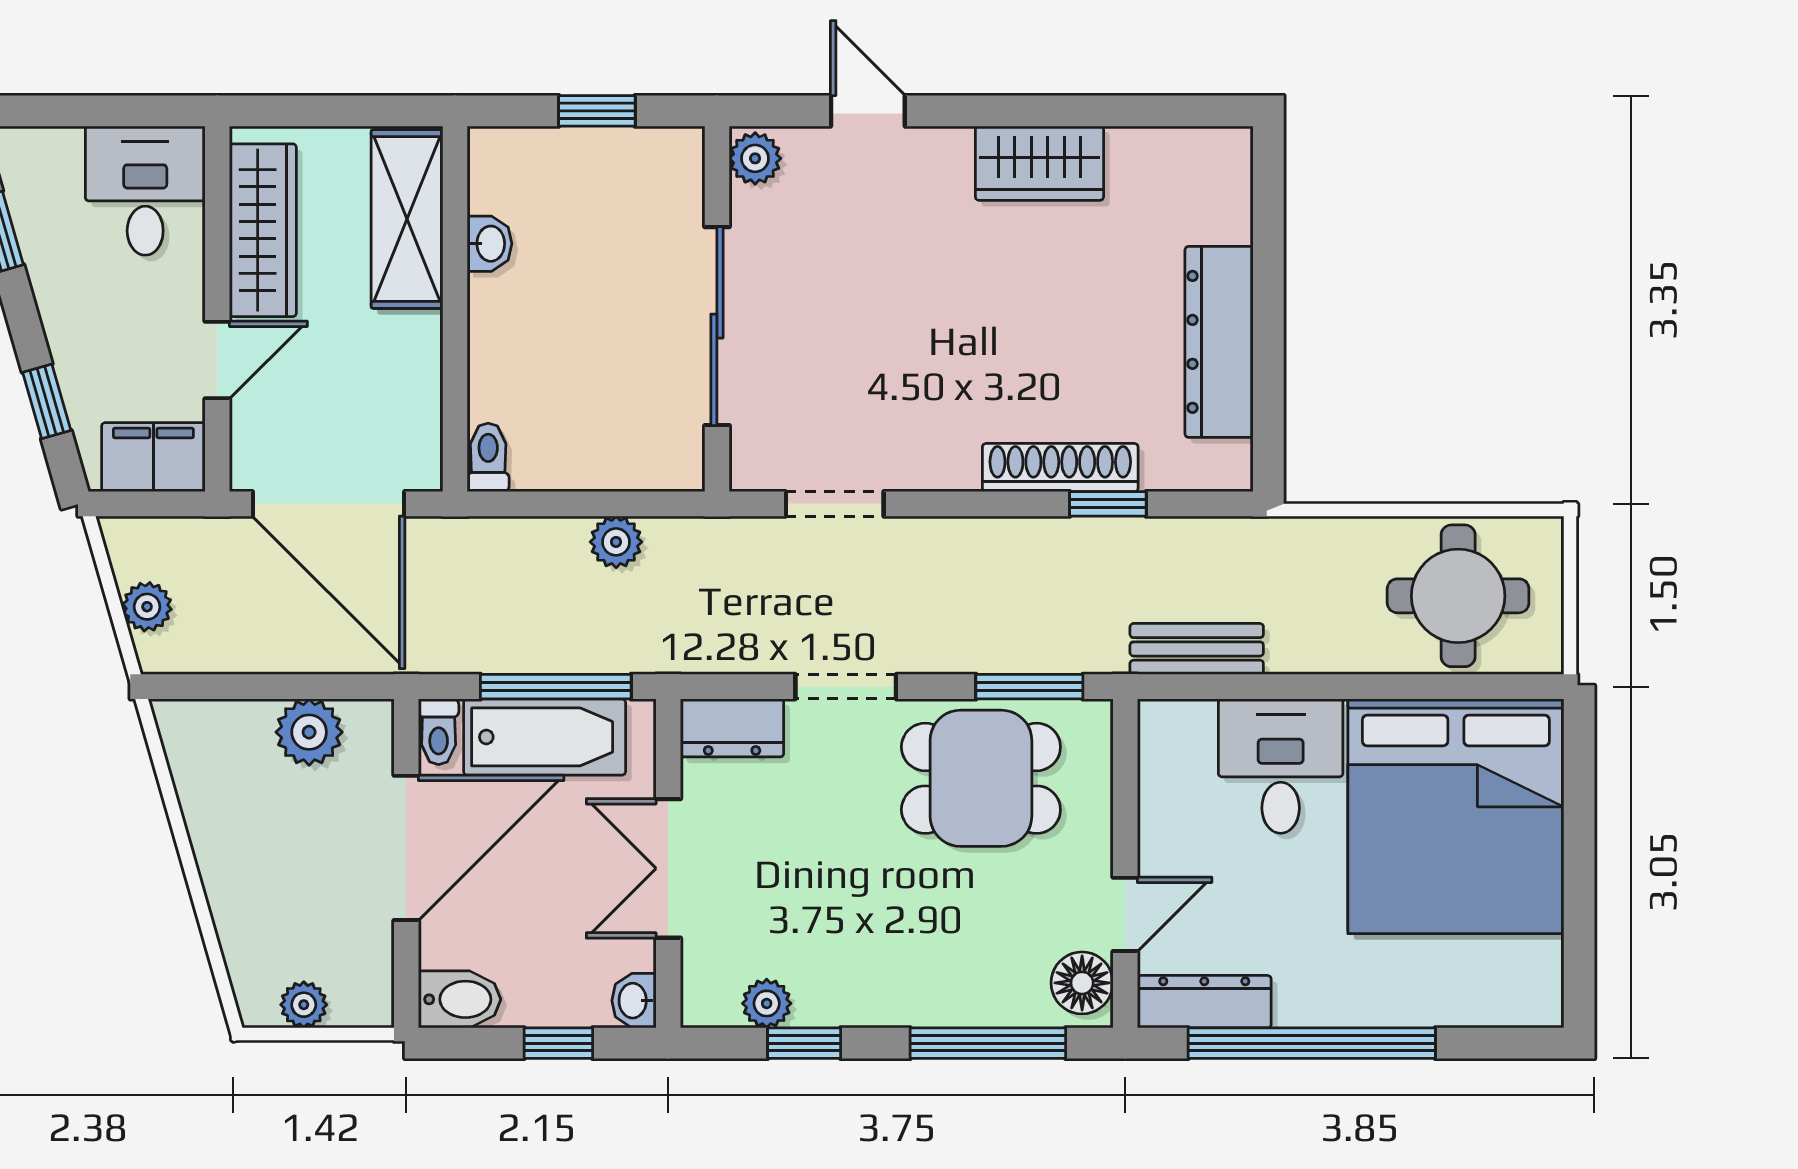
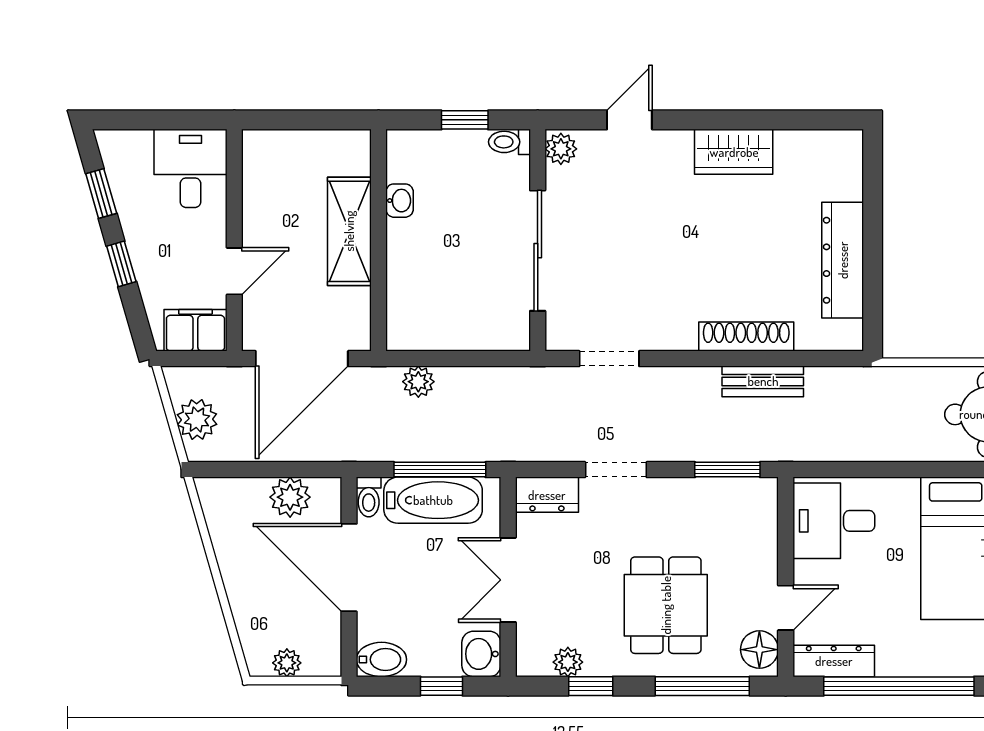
door: (868, 111) -> (629, 120), hinge flipped
shelving: (407, 219) -> (349, 231), moved
wardrobe: (263, 230) -> (262, 192), removed
window: (47, 401) -> (121, 264), moved
toilet: (488, 457) -> (510, 142), moved, turned -90
door: (328, 504) -> (302, 359), hinge flipped
window: (1108, 504) -> (775, 359), removed
plant: (616, 542) -> (418, 382), moved
plant: (147, 607) -> (197, 420), width x1.38, depth x1.38
bench: (1197, 649) -> (763, 381), moved
desk: (1281, 766) -> (834, 521), moved, turned -90
dining table: (981, 778) -> (666, 605), moved, turned 90
door: (406, 848) -> (349, 568), swing flipped
washbasin: (634, 1001) -> (481, 654), width x1.38, depth x1.45

